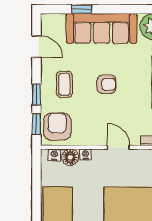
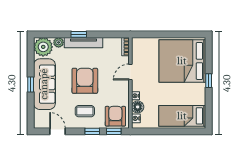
window: (82, 9) -> (31, 85), moved
door: (36, 47) -> (58, 131), hinge flipped
armchair: (106, 84) -> (85, 81), width x1.88, depth x1.88
armchair: (57, 126) -> (115, 116), turned 90

